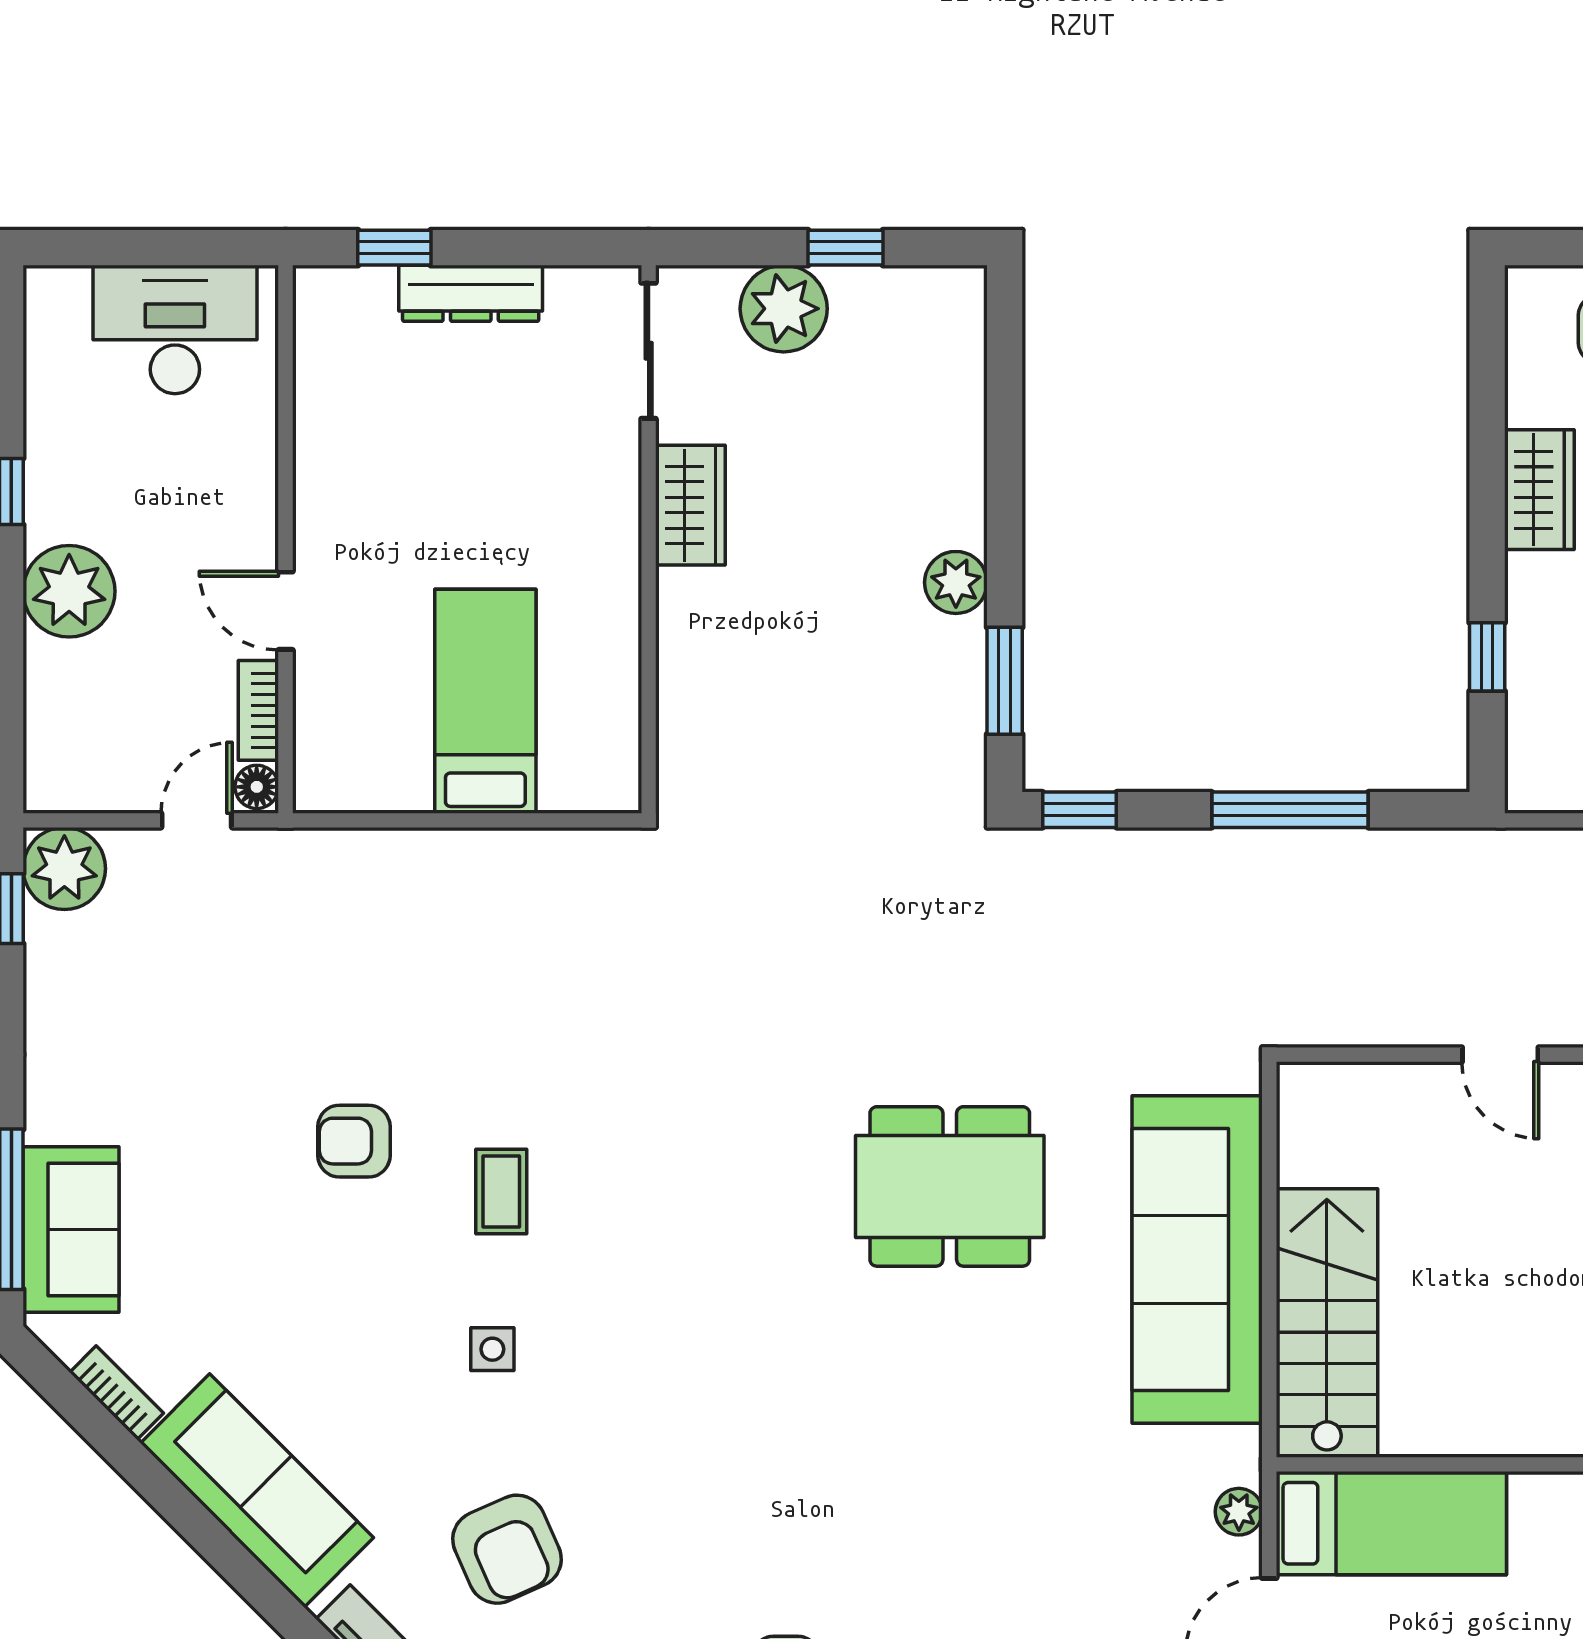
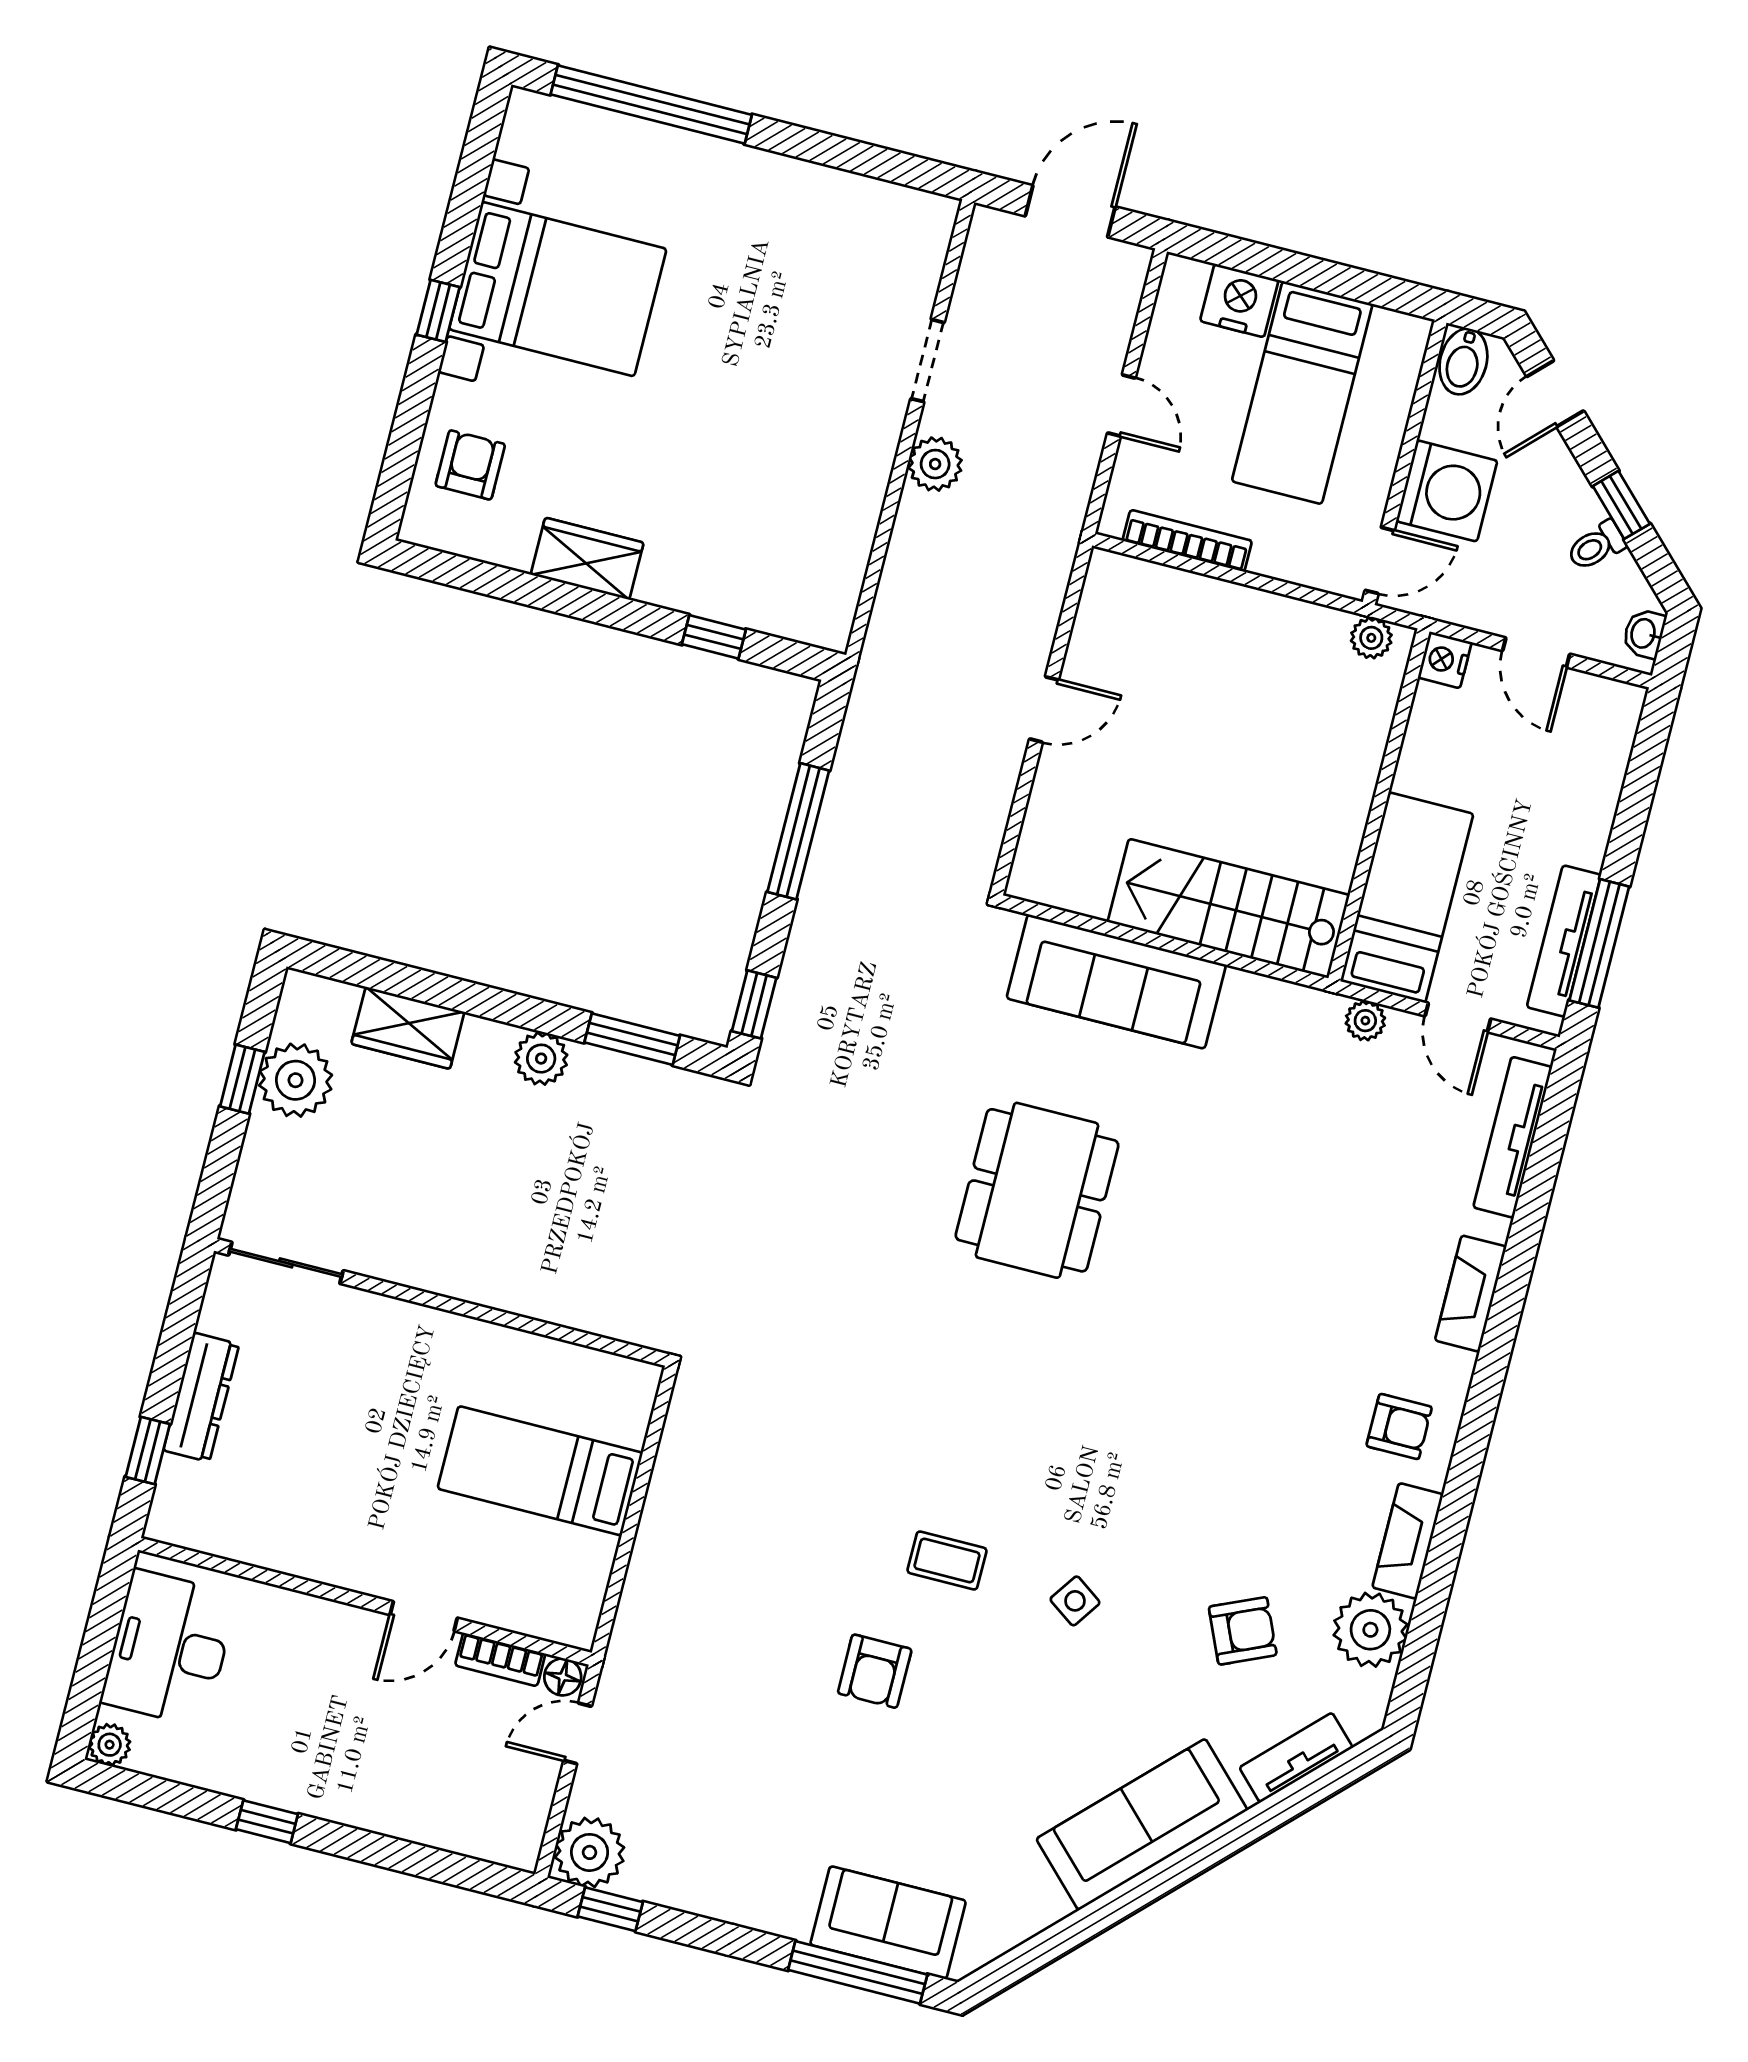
plant: (784, 309) -> (296, 1080), moved
wardrobe: (690, 505) -> (408, 1028), moved, turned 180
plant: (69, 591) -> (110, 1745), moved, width x0.53, depth x0.53
door: (197, 820) -> (578, 1733), hinge flipped
sofa: (1197, 1260) -> (1116, 981), width x0.74, depth x0.79
side table: (492, 1349) -> (1075, 1601), turned 35
bookcase: (116, 1393) -> (1032, 1920), removed
armchair: (507, 1549) -> (1243, 1631), width x0.72, depth x0.72

